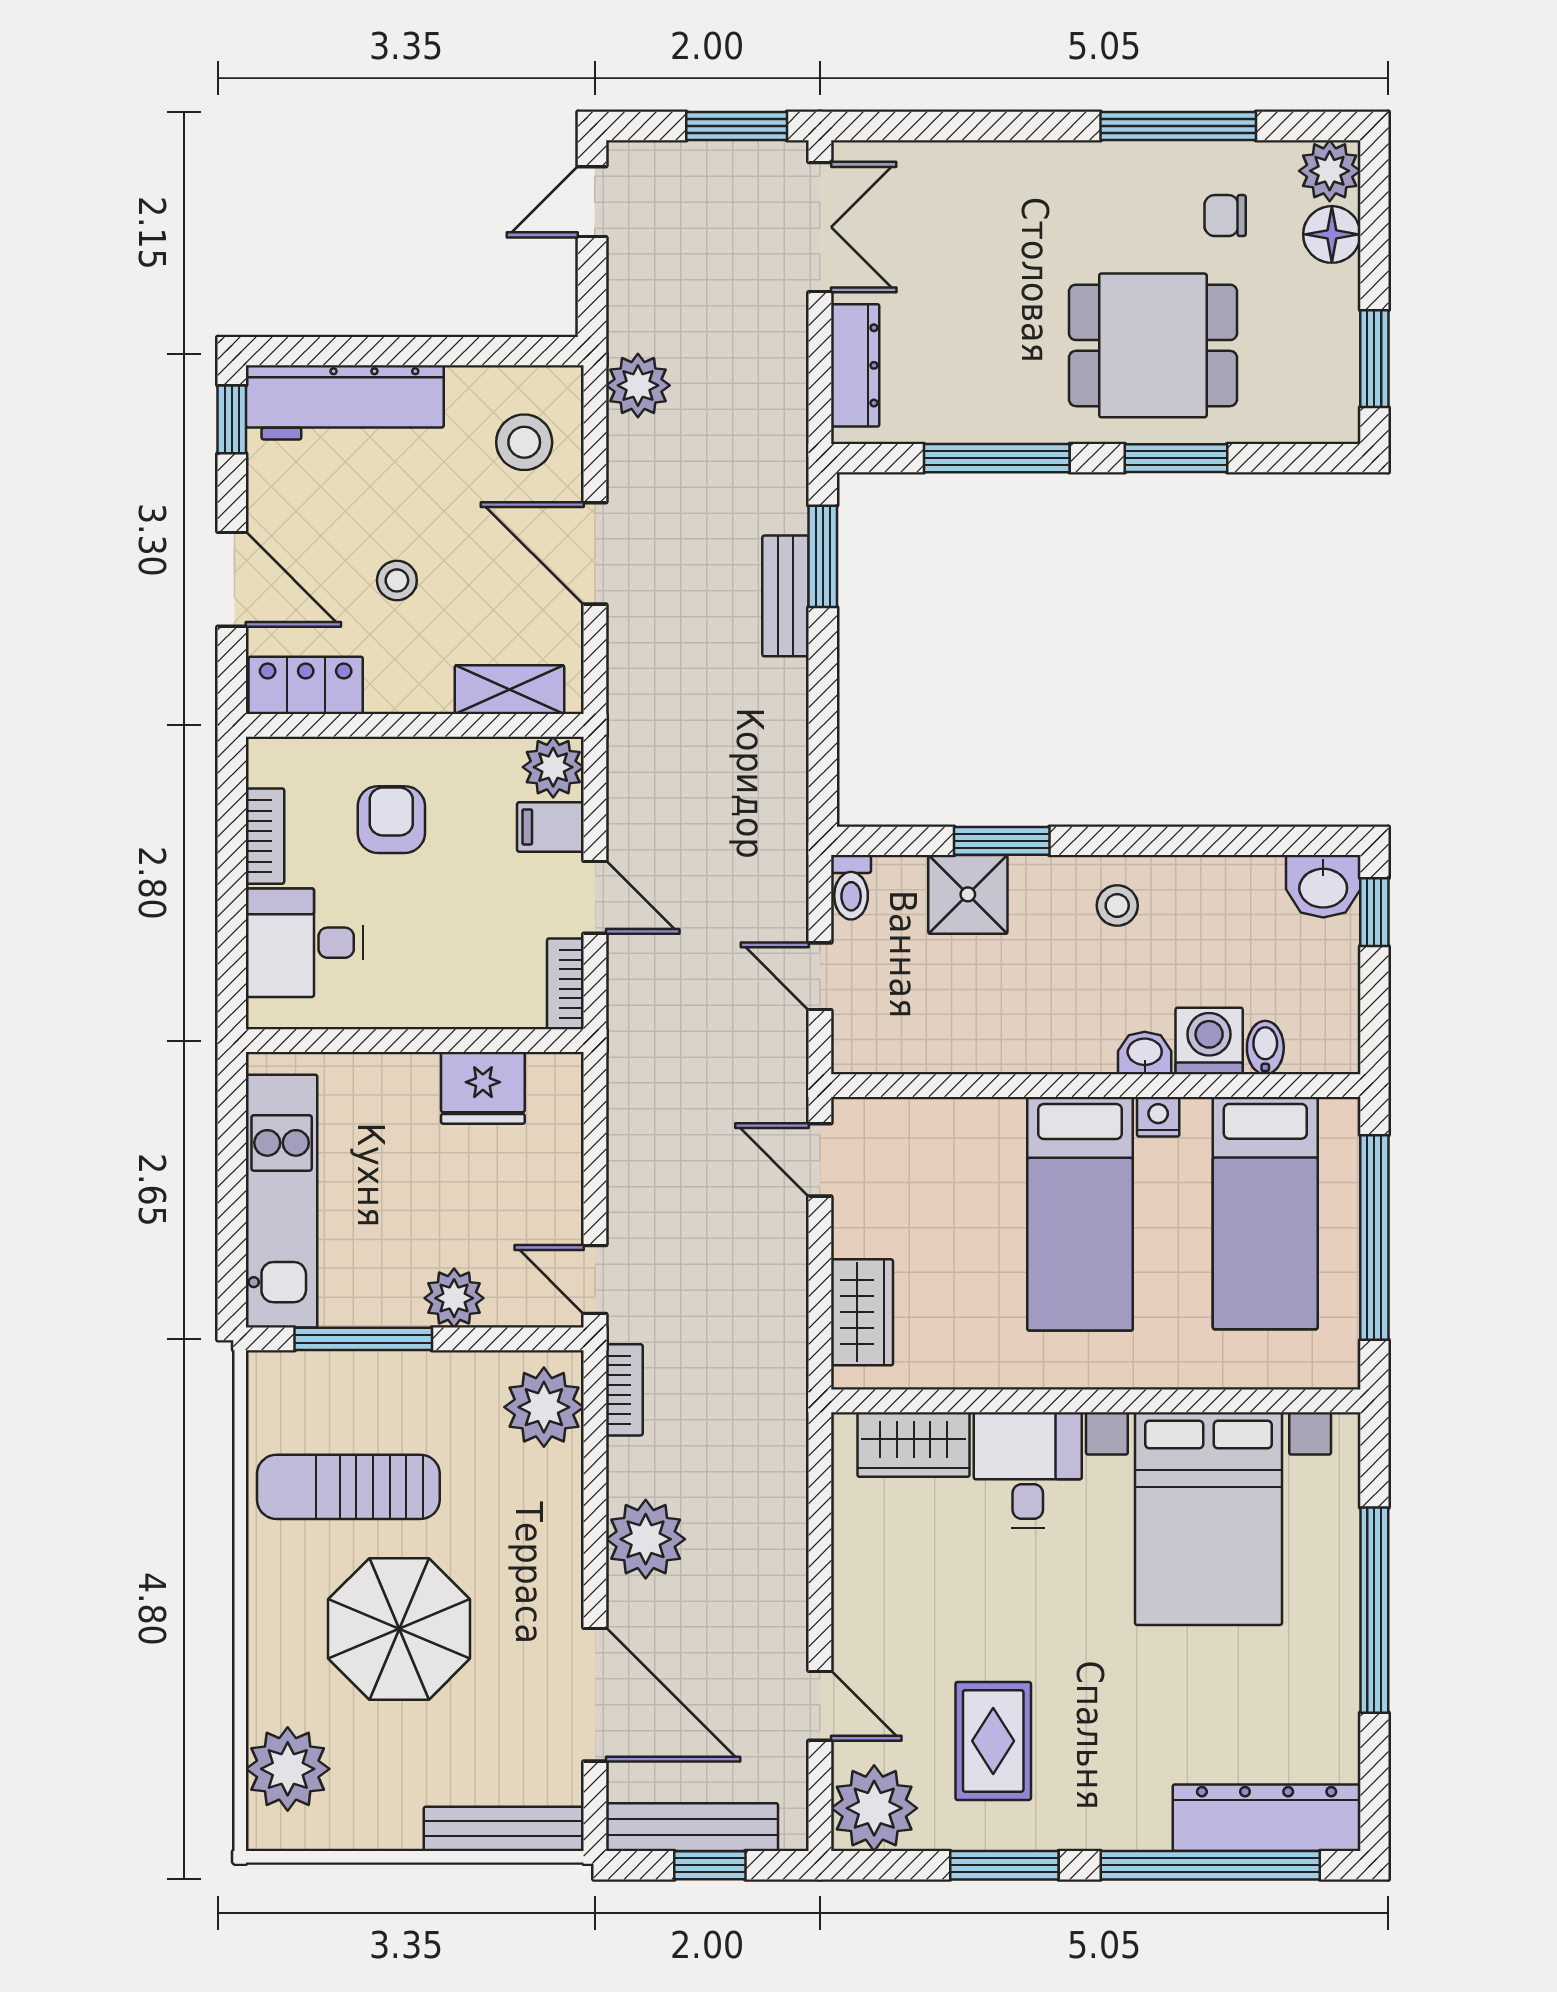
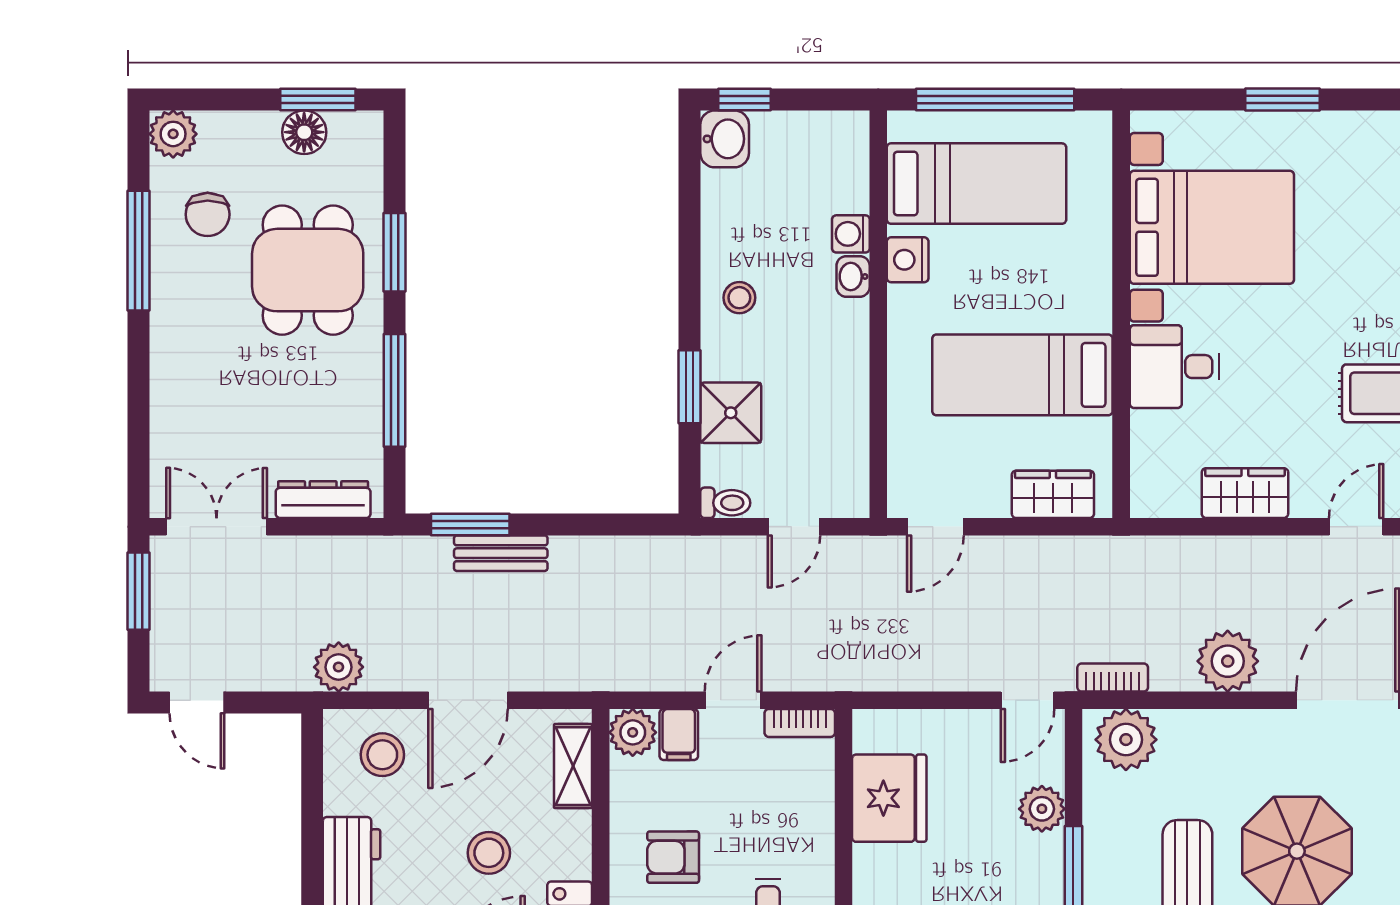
chair: (1225, 216) -> (208, 214), width x1.37, depth x1.37
floor lamp: (1332, 234) -> (304, 132), moved
stool: (397, 580) -> (489, 853), width x1.37, depth x1.37
washing machine: (1209, 1041) -> (851, 234), width x0.73, depth x0.73
bidet: (1265, 1048) -> (849, 184), removed
fridge: (483, 1088) -> (889, 798), width x1.36, depth x1.34
nightstand: (1158, 1117) -> (908, 260), width x1.39, depth x1.35
bed: (1080, 1214) -> (1022, 375), moved, turned 180
wardrobe: (914, 1445) -> (1245, 493), moved, turned -90
window: (1374, 1610) -> (1282, 99), width x0.47

